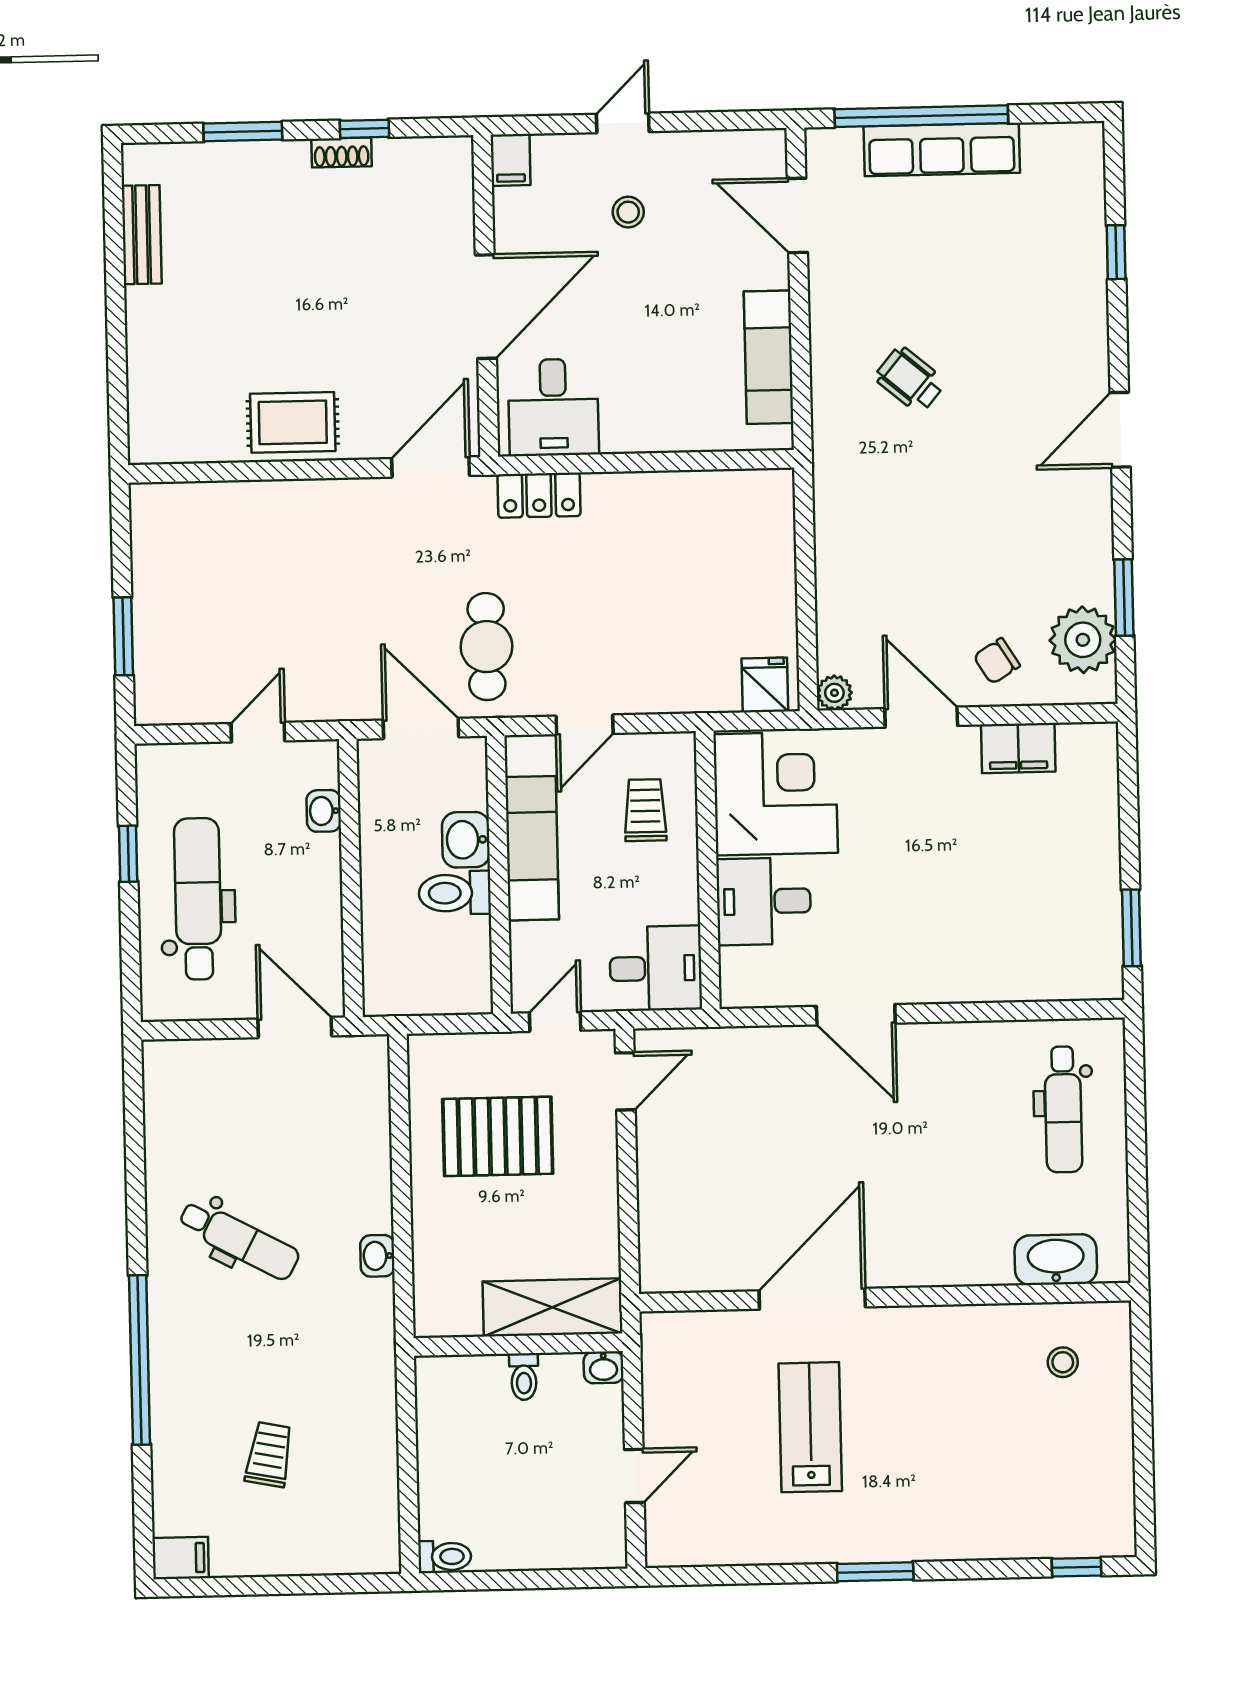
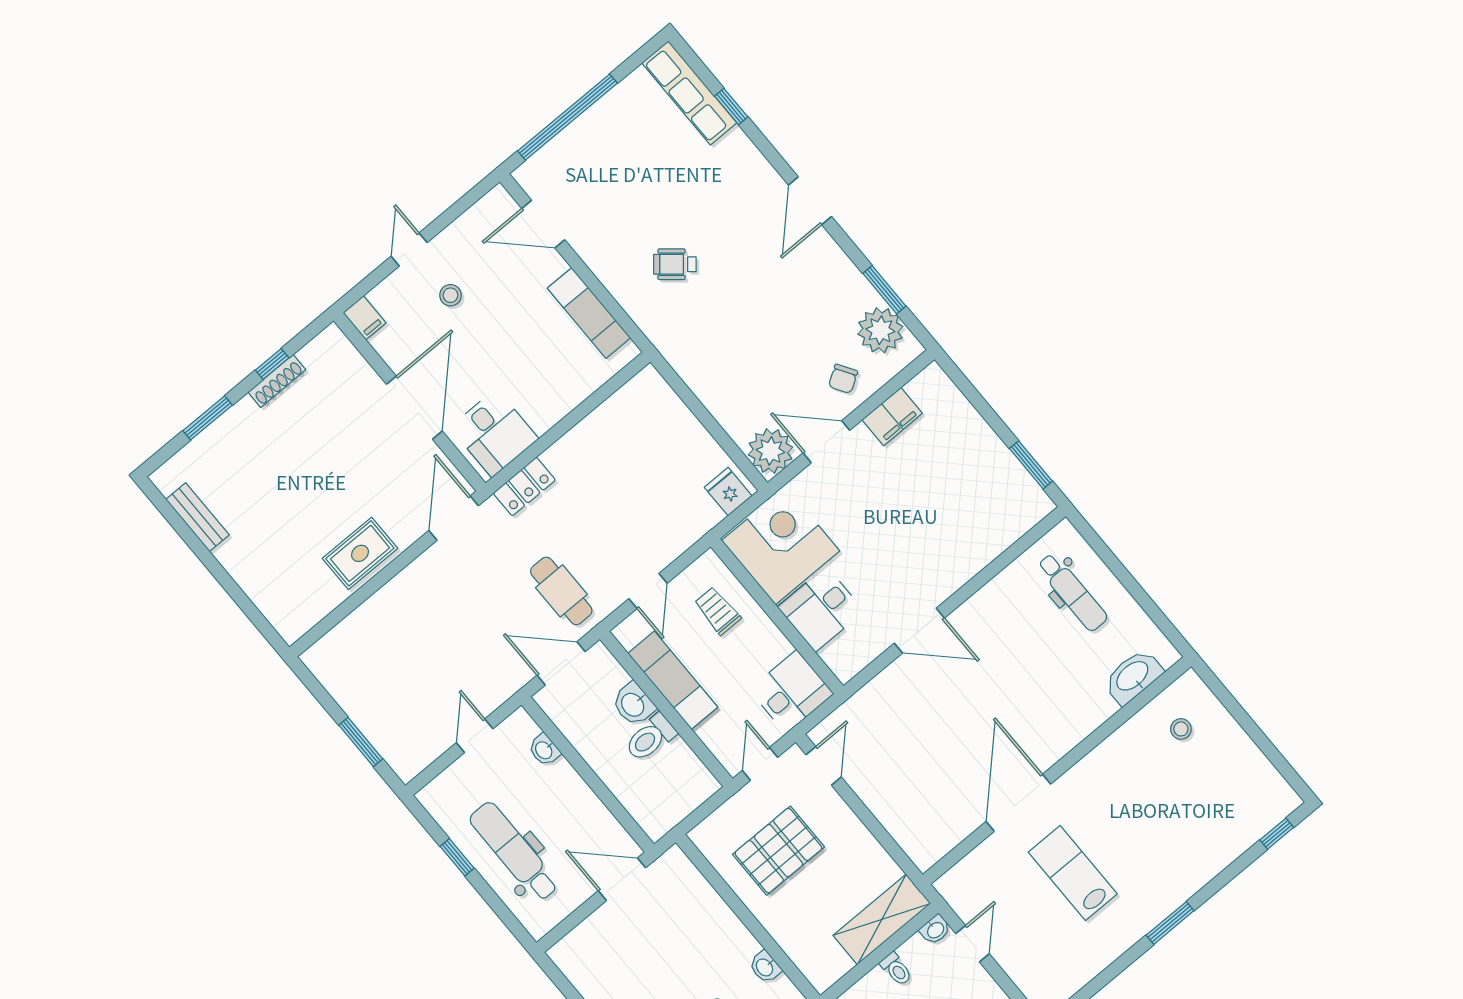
row of seats: (942, 149) -> (689, 93), moved, turned 90
shoe rack: (342, 153) -> (277, 381), width x1.43
plant: (834, 693) -> (770, 451), width x1.88, depth x1.88
door: (634, 1476) -> (972, 944), moved

